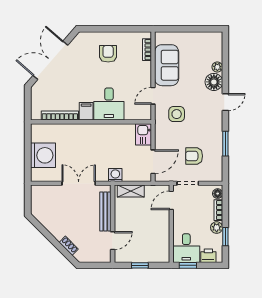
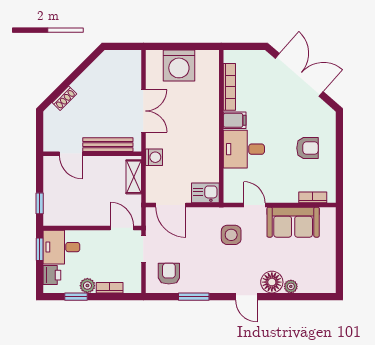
armchair: (194, 156) -> (169, 274), moved
floor lamp: (218, 194) -> (130, 287), removed
window: (140, 265) -> (40, 203), moved

